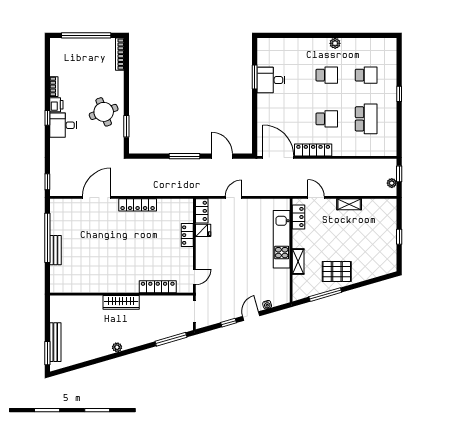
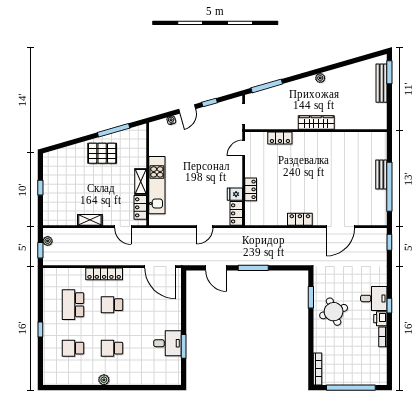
locker: (313, 150) -> (104, 274), moved
locker: (138, 205) -> (300, 219), width x0.66
shelving: (298, 262) -> (141, 181), moved
locker: (158, 287) -> (280, 138), width x0.66

